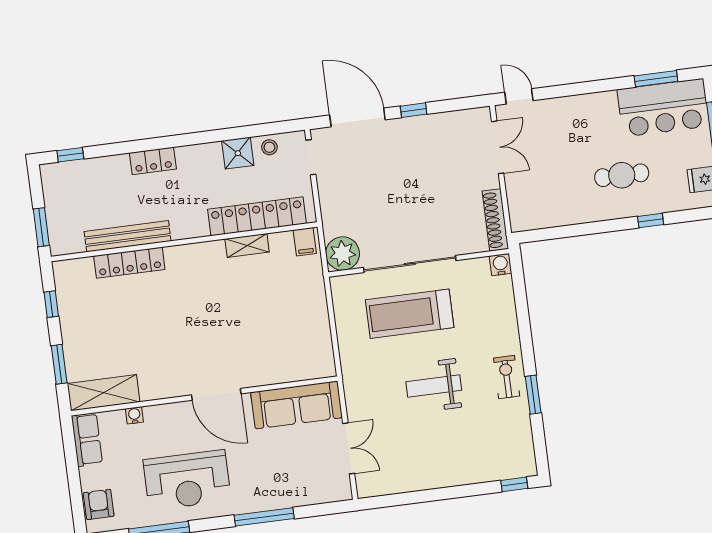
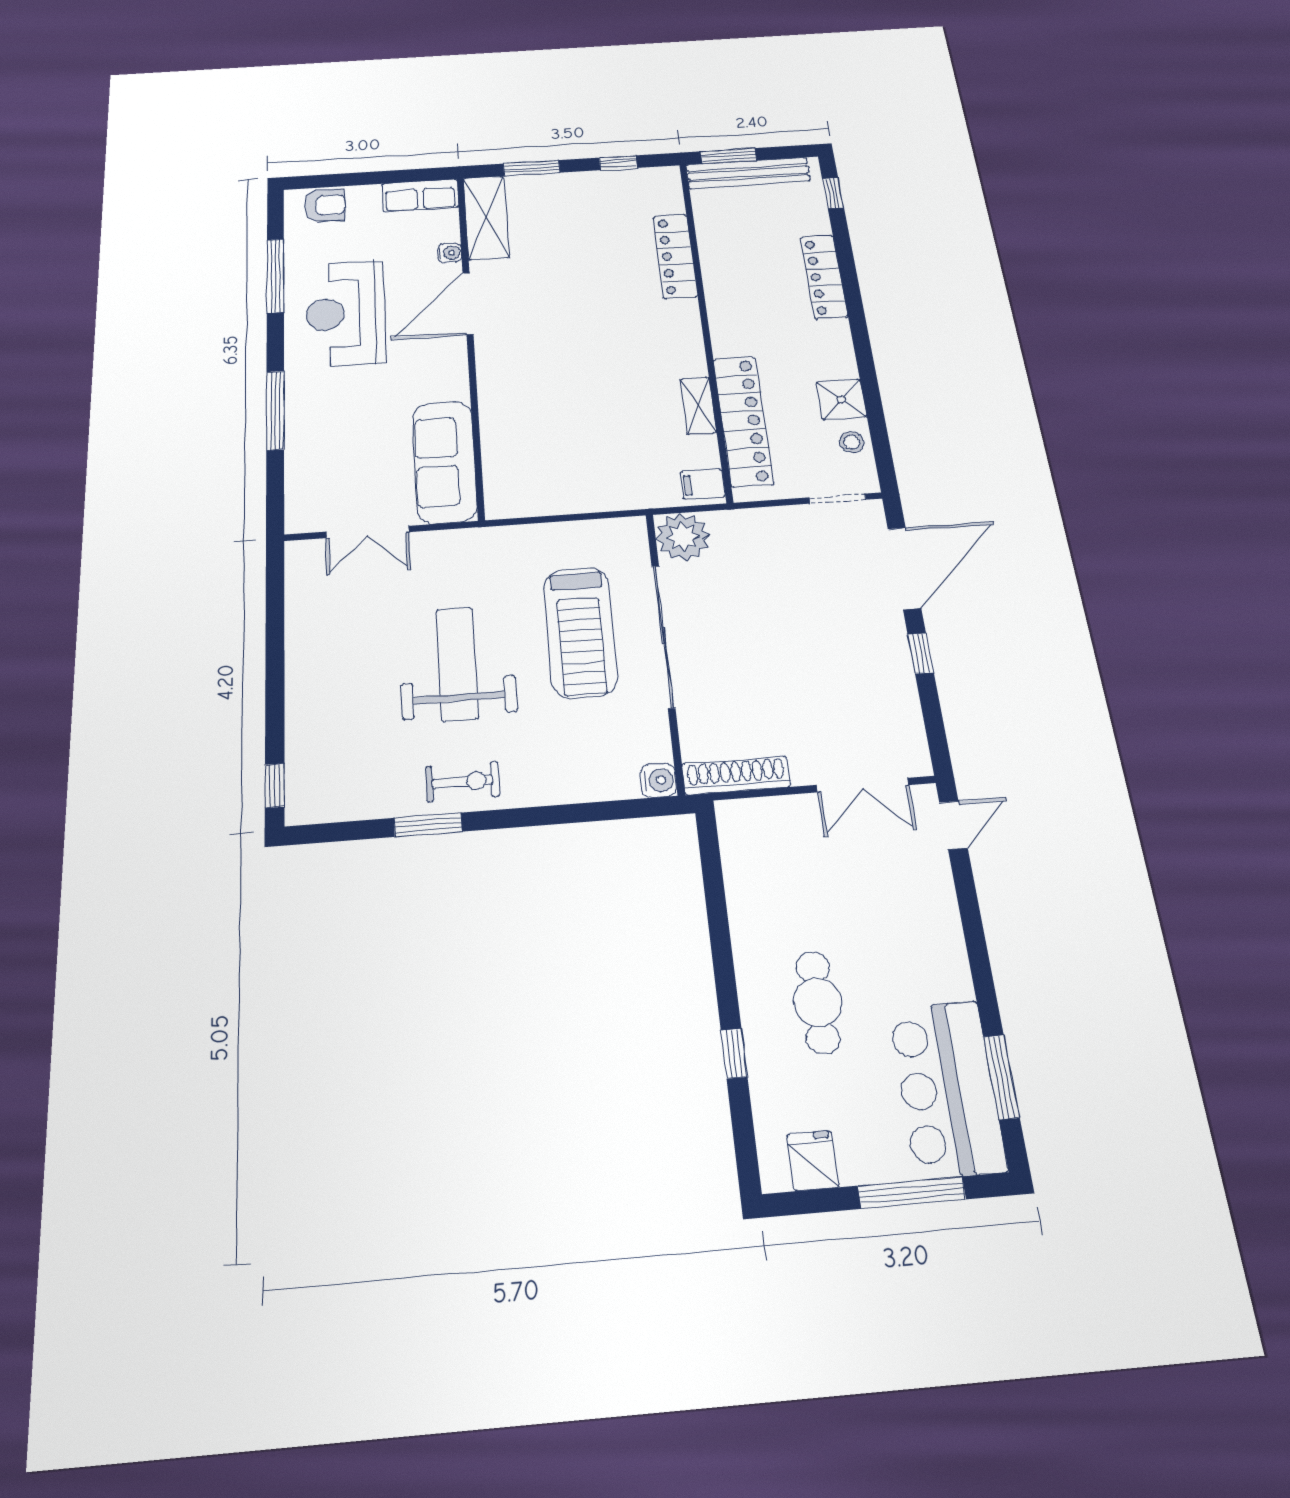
locker: (153, 161) -> (824, 277), width x1.53
bench: (128, 236) -> (748, 173), moved, turned 90
treadmill: (410, 314) -> (580, 632), turned 180
weight bench: (434, 386) -> (457, 664), width x1.36, depth x1.33
door: (216, 394) -> (468, 304), moved

